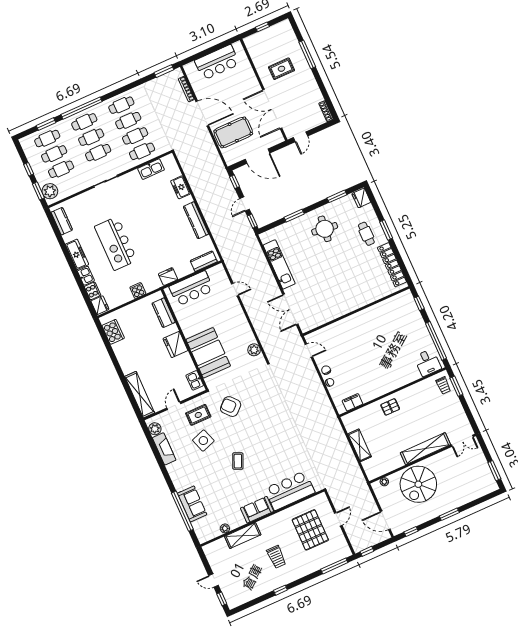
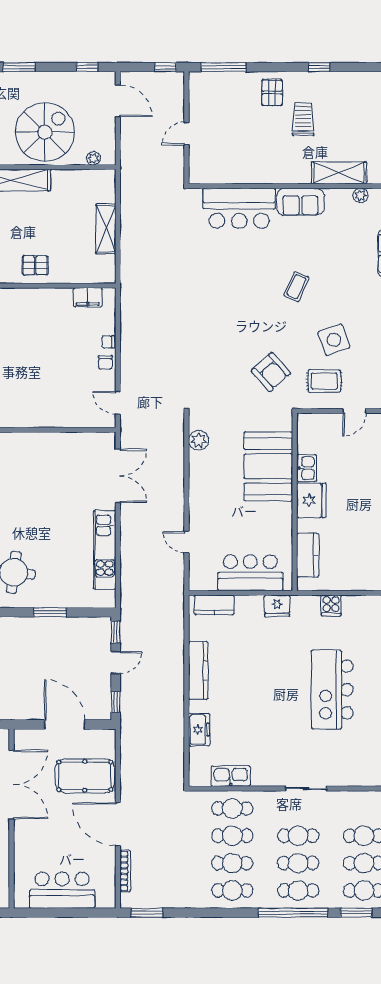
kitchen island: (116, 243) -> (332, 690), turned 180
kitchen sink: (195, 380) -> (307, 468), moved
pallet: (310, 530) -> (272, 93), moved, width x0.49, depth x0.50

